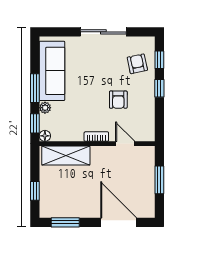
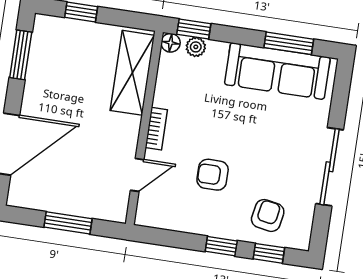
armchair: (137, 64) -> (268, 215), turned -68
window: (35, 88) -> (289, 43), moved
plant: (45, 108) -> (196, 47), moved

